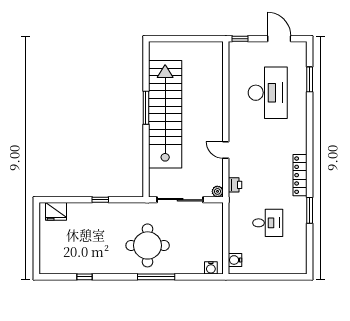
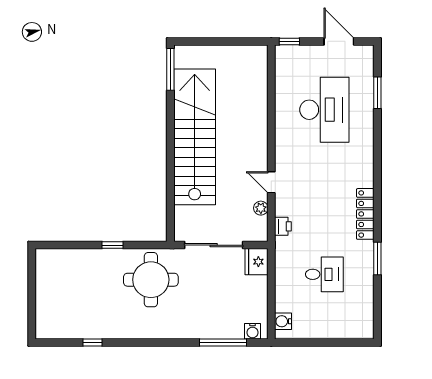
window: (146, 108) -> (170, 69), moved
plant: (217, 191) -> (261, 208), moved
fridge: (56, 211) -> (257, 262), moved, turned 90
round table: (148, 245) -> (151, 280), moved
window: (156, 277) -> (223, 343), moved

